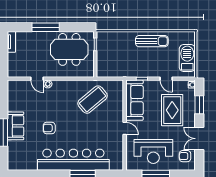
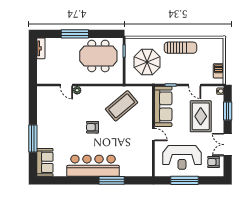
parasol: (118, 56) -> (147, 62), added
barbecue: (187, 58) -> (218, 71), width x0.53, depth x0.65
sofa: (16, 126) -> (45, 162), moved
armchair: (49, 128) -> (93, 127), moved
bar counter: (73, 160) -> (93, 166), width x0.73

